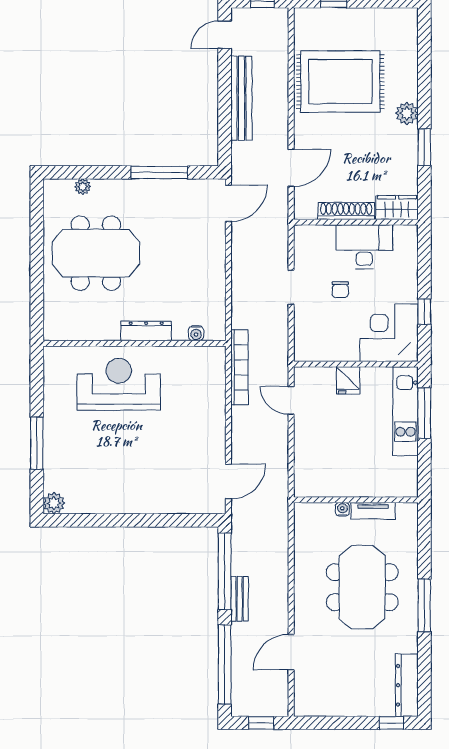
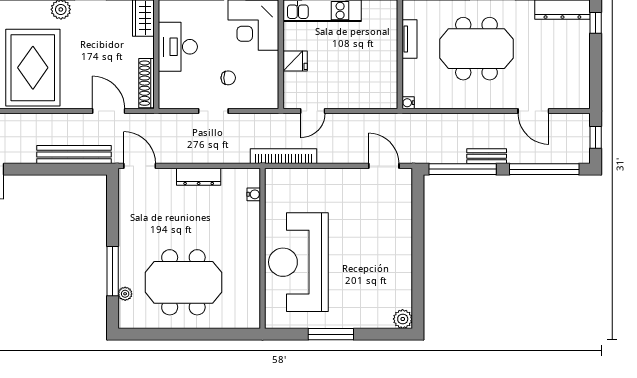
bench: (241, 98) -> (74, 154), moved
window: (159, 172) -> (113, 271), moved
shoe rack: (346, 211) -> (146, 83), moved
meeting table: (96, 253) -> (183, 282), turned 90
chair: (340, 290) -> (228, 78), moved
dresser: (146, 331) -> (199, 177), moved, turned -90
reception desk: (119, 384) -> (298, 262), width x1.36, depth x1.30
window: (37, 443) -> (331, 334), moved
water cooler: (342, 509) -> (408, 103), moved

